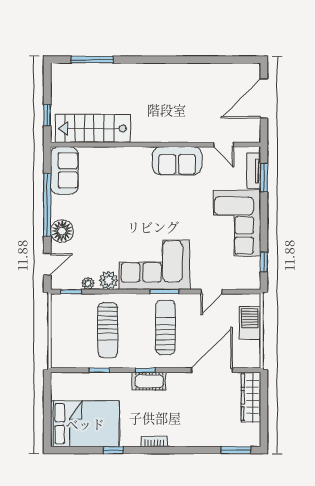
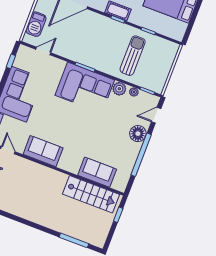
sofa: (64, 170) -> (97, 172), moved, turned 90
door: (212, 292) -> (43, 51), moved
sun lounger: (165, 327) -> (93, 43), removed

